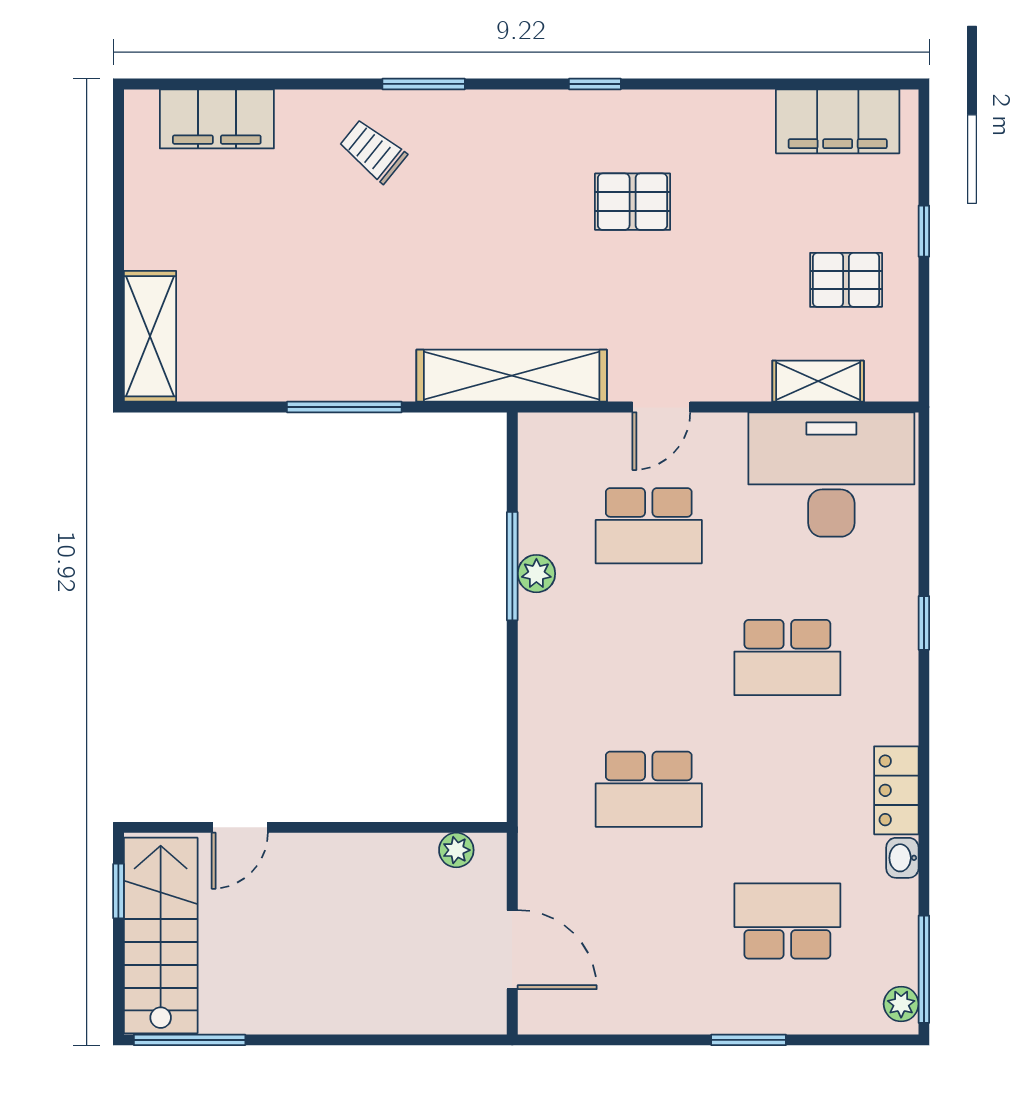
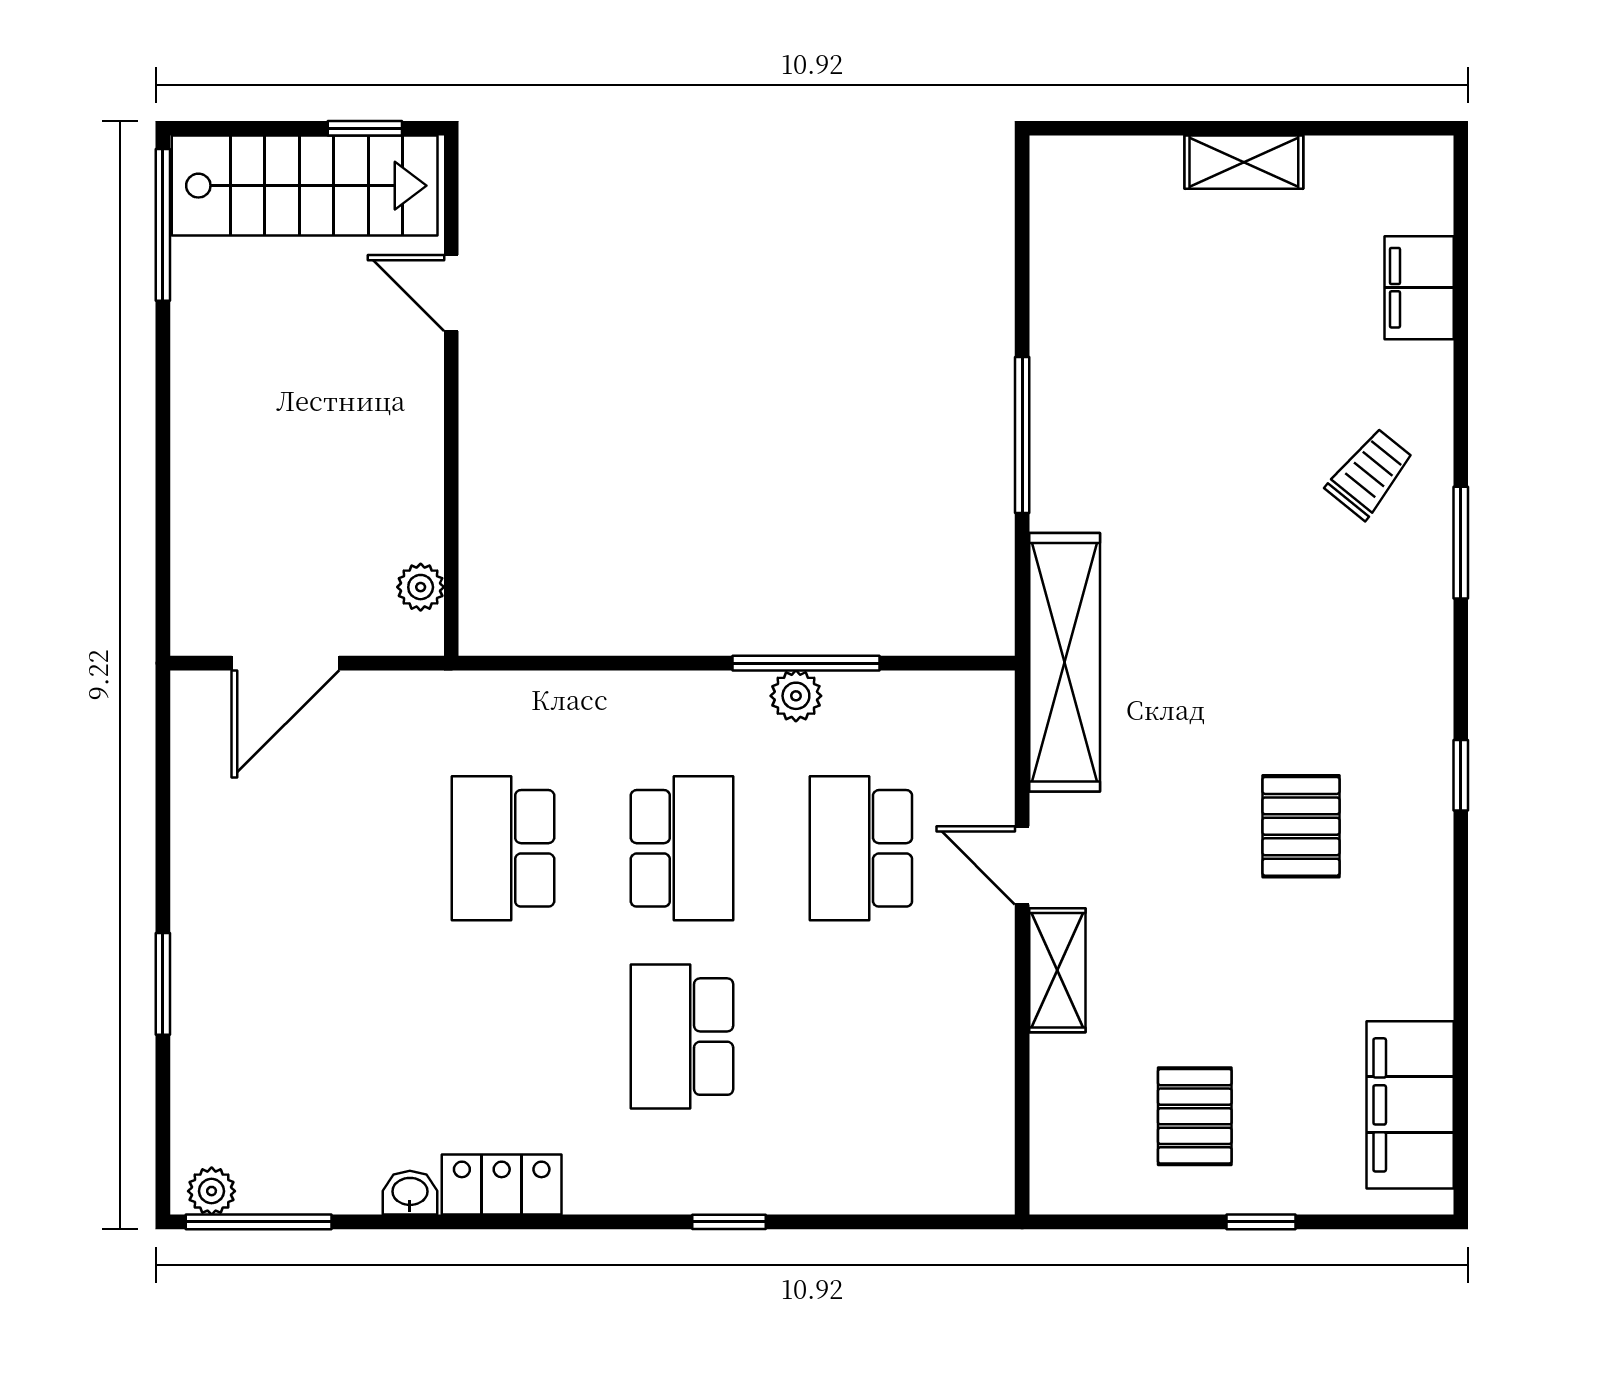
filing cabinet: (217, 119) -> (1419, 288), width x0.67, depth x0.86
shelving: (150, 336) -> (1244, 162), moved, width x0.67, depth x0.75
shelving: (818, 381) -> (1057, 970), moved
desk: (831, 475) -> (930, 1096), removed
school desk: (787, 921) -> (682, 848), moved

